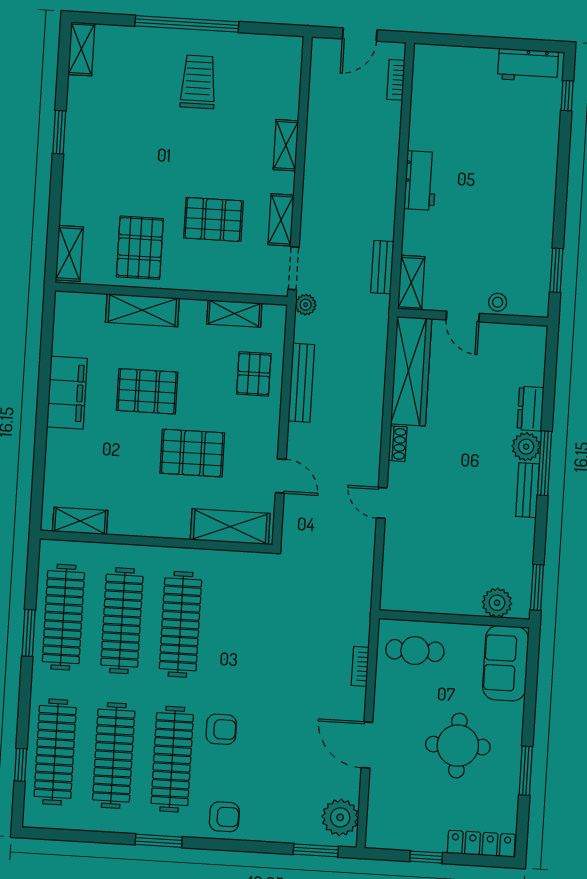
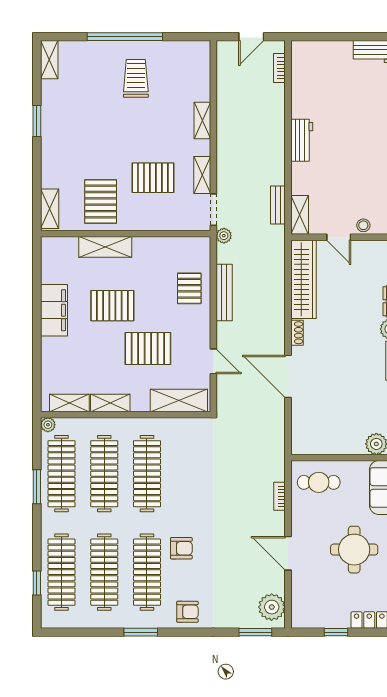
shelving: (234, 314) -> (110, 403), moved
door: (382, 503) -> (288, 376), width x1.87
plant: (49, 549) -> (48, 425), added

